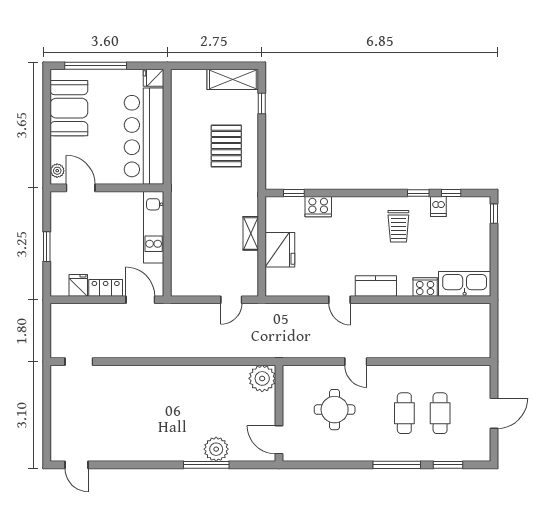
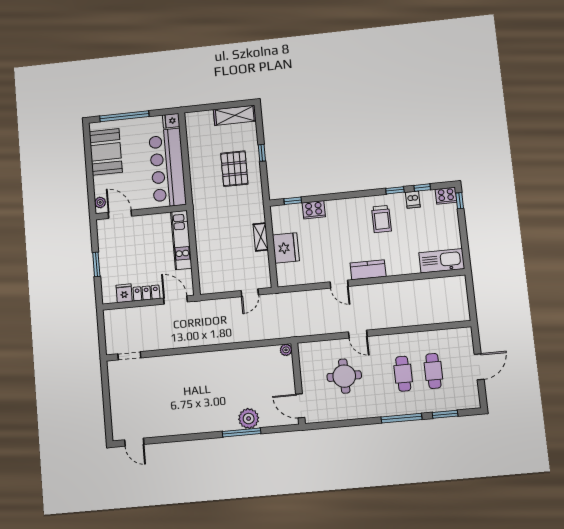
window: (262, 103) -> (262, 153), moved
cooker: (425, 287) -> (446, 196), moved, turned 180
plant: (262, 378) -> (286, 350), width x0.53, depth x0.53

